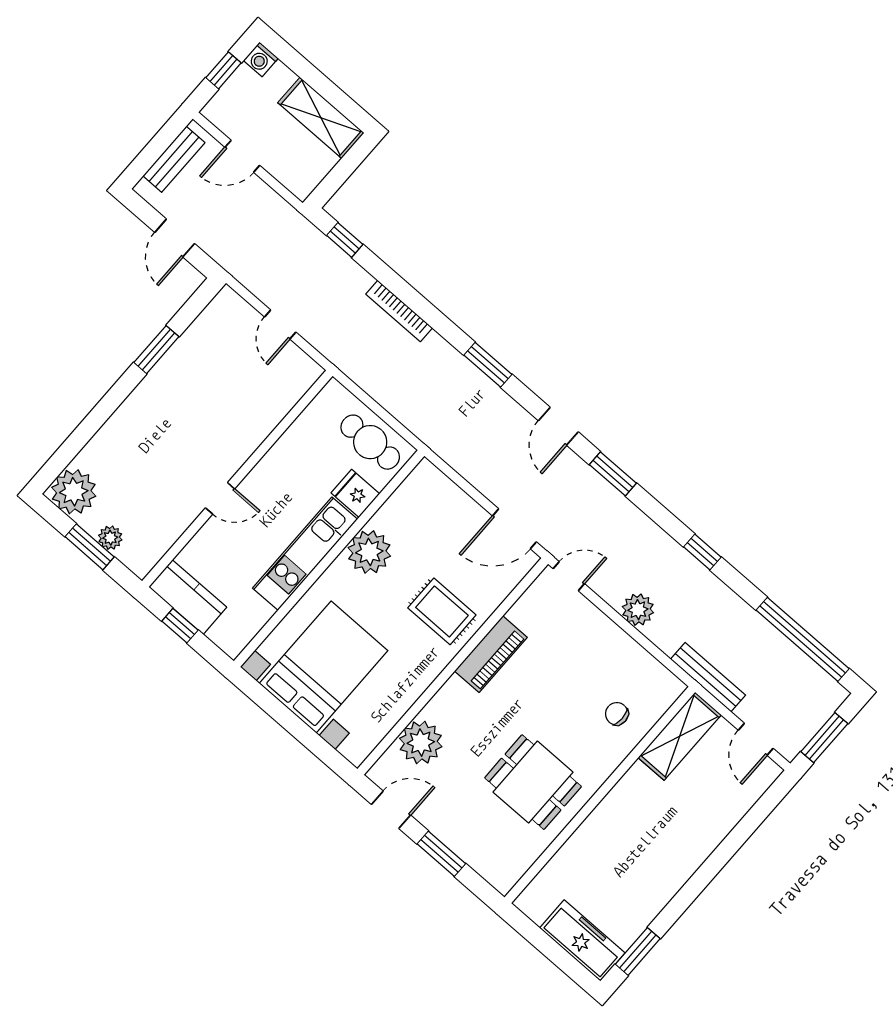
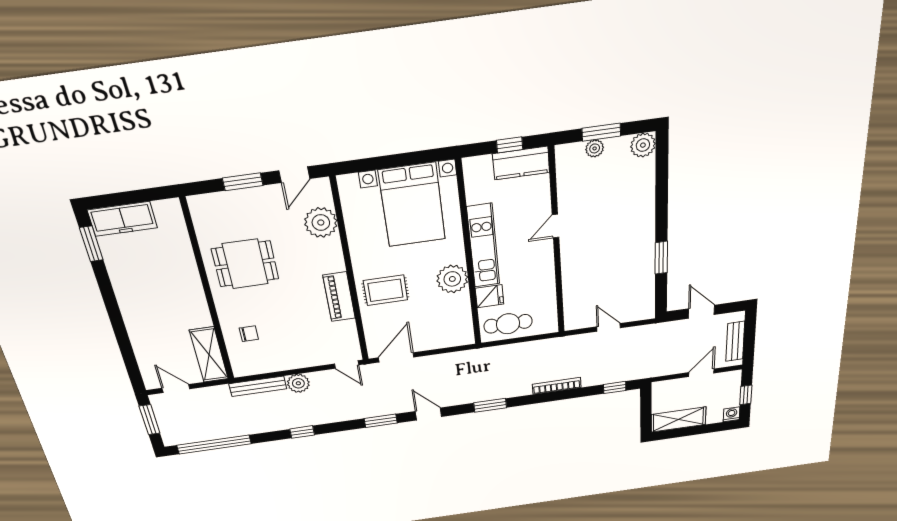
plant: (74, 492) -> (643, 145), width x0.73, depth x0.73
door: (569, 576) -> (347, 364), hinge flipped
bench: (708, 677) -> (258, 386), moved

